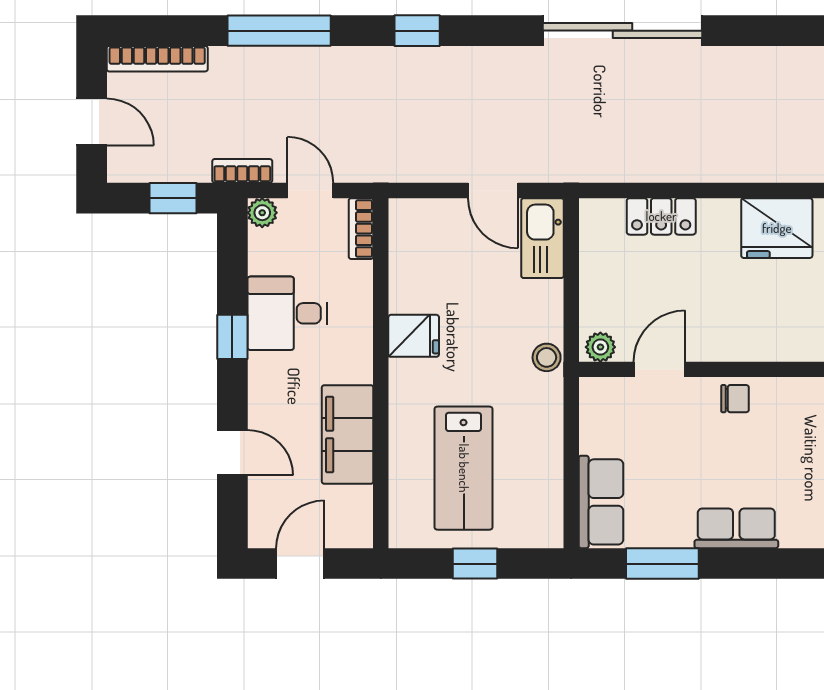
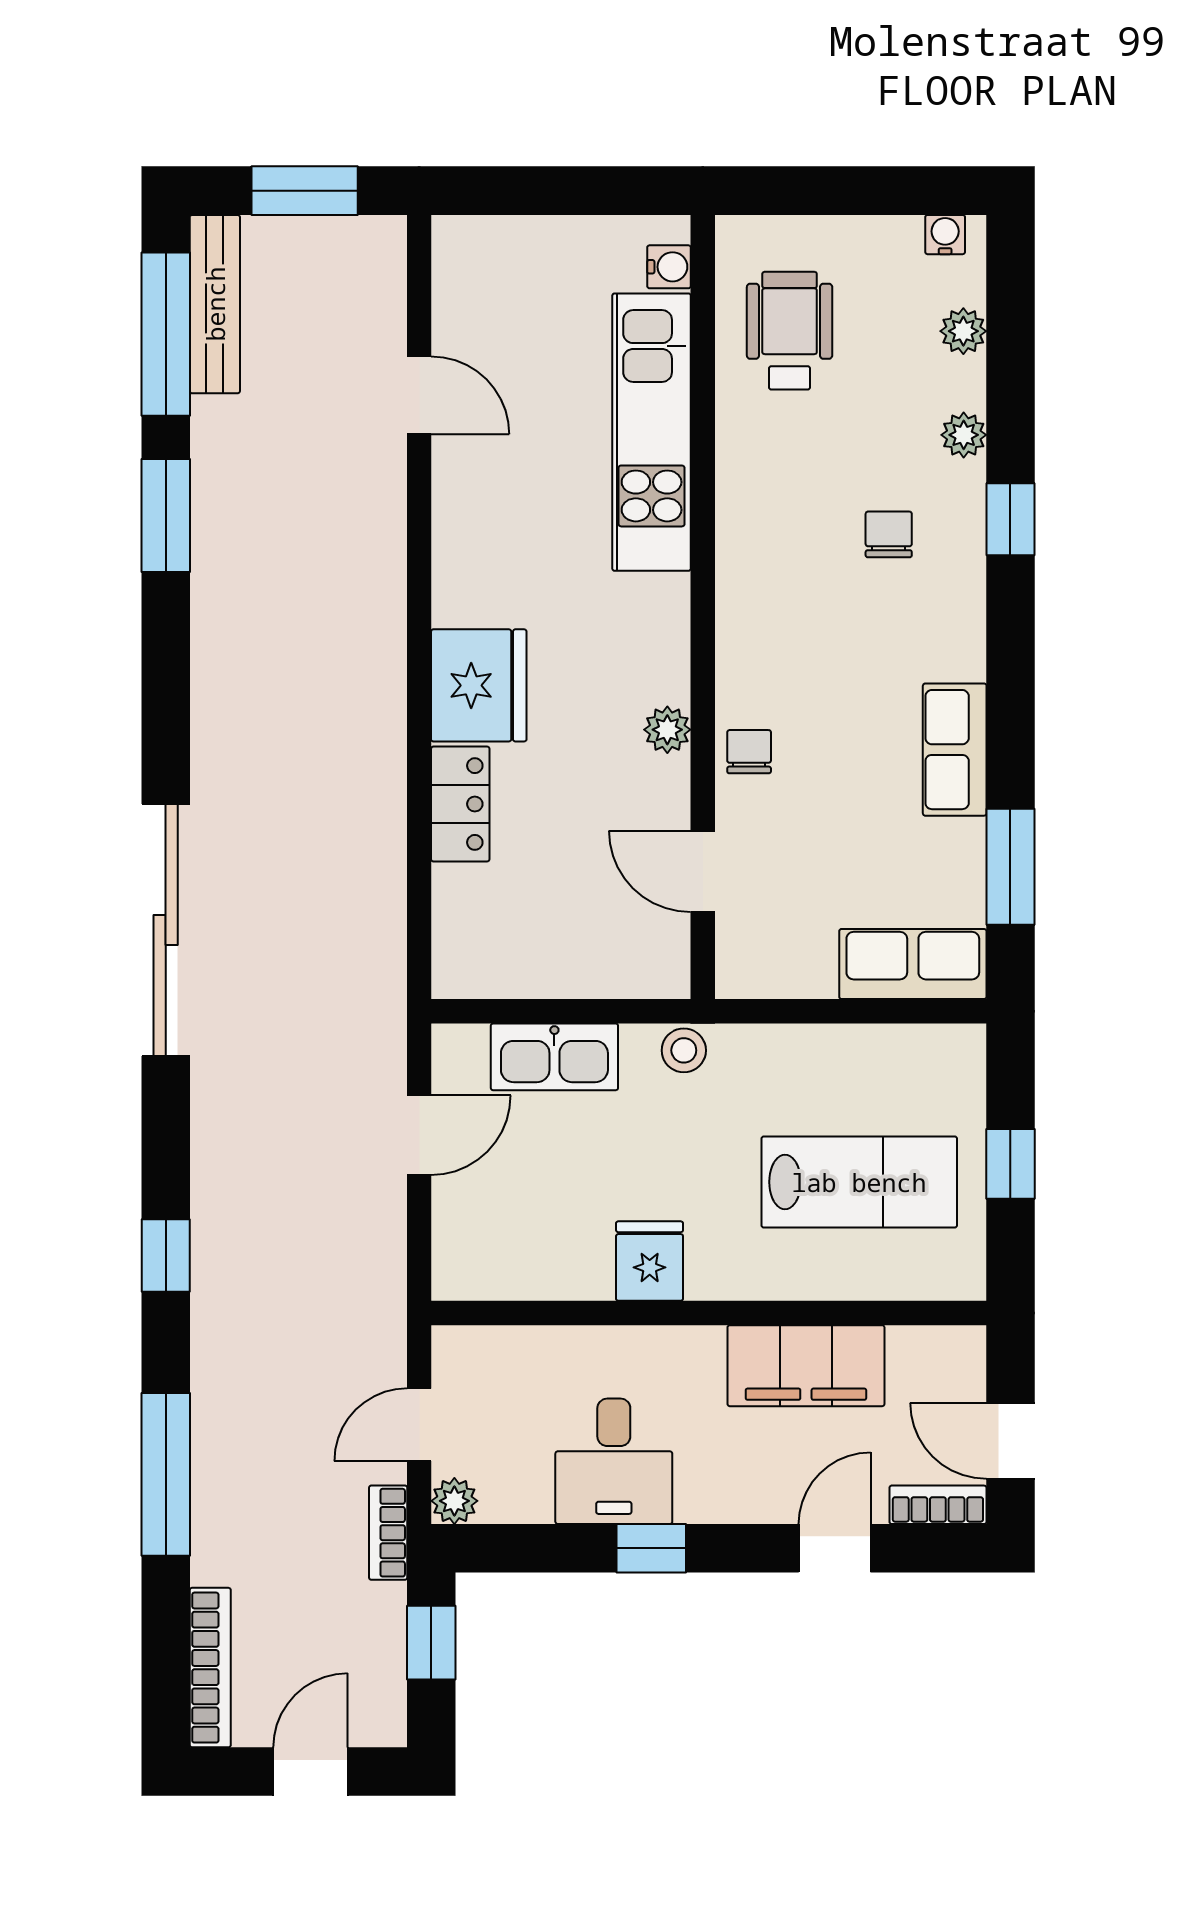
locker: (661, 216) -> (460, 804), moved
bookcase: (361, 229) -> (938, 1505), moved, turned 180
kitchen sink: (542, 238) -> (554, 1057), moved
plant: (600, 347) -> (667, 730), moved

